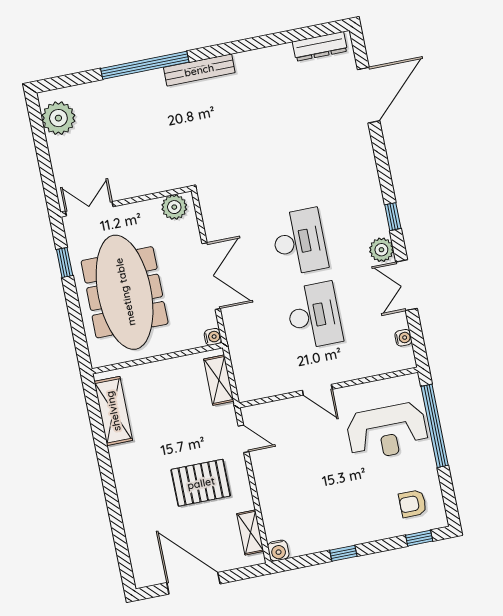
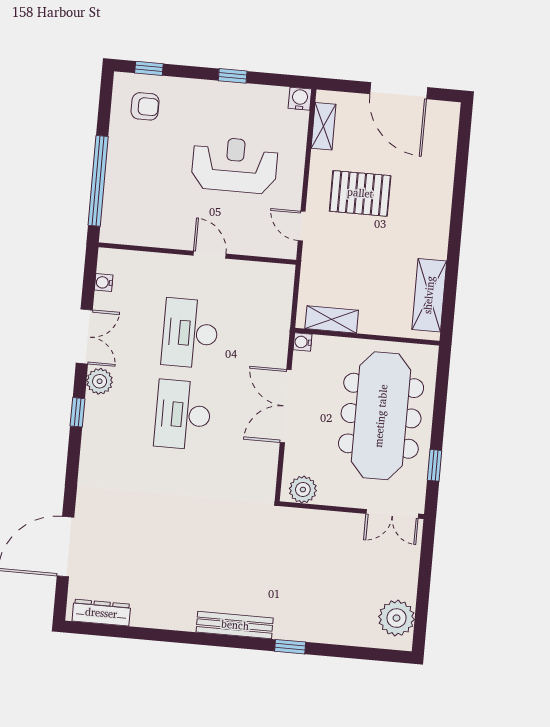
window: (145, 65) -> (290, 647), width x0.32
shelving: (219, 380) -> (332, 319), moved, turned 90
reception desk: (387, 431) -> (235, 165), moved

